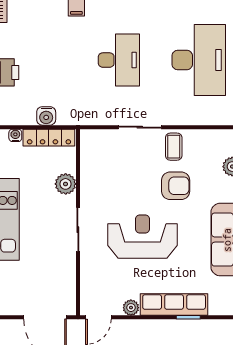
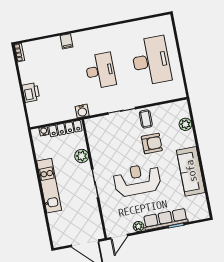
water cooler: (46, 116) -> (82, 111), moved

